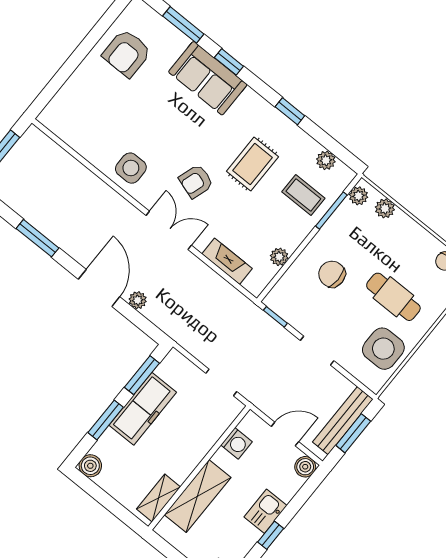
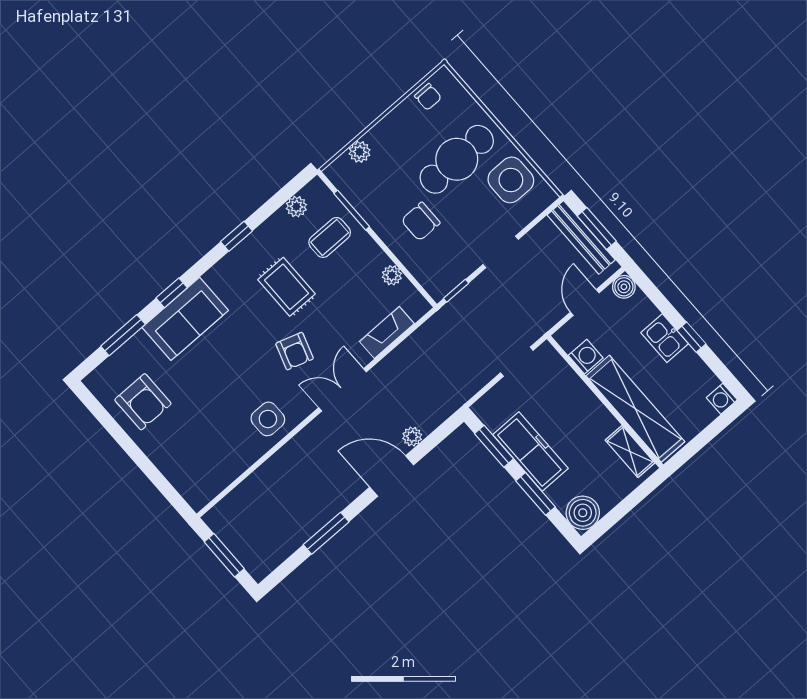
plant: (358, 196) -> (341, 178), removed
cafe table: (393, 297) -> (457, 159), width x1.37, depth x1.35
boiler: (90, 466) -> (583, 513), width x1.36, depth x1.36
shelving: (198, 496) -> (635, 409), width x1.47

